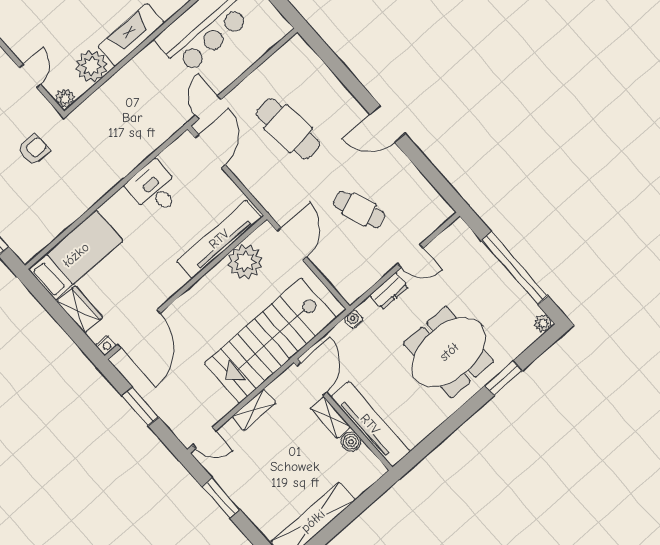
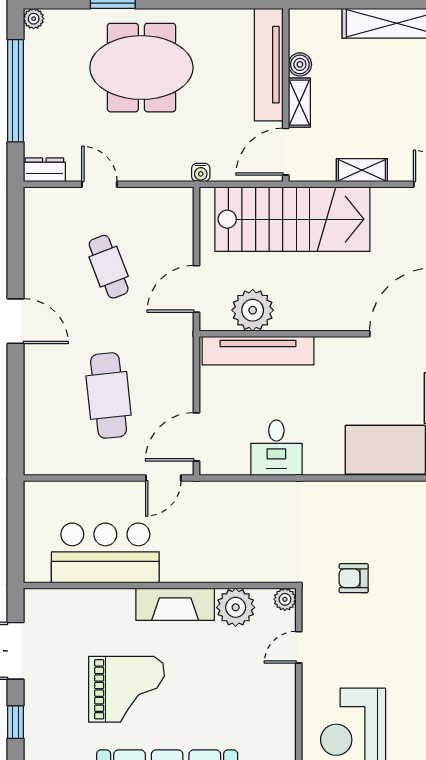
dresser: (389, 291) -> (44, 170), moved

